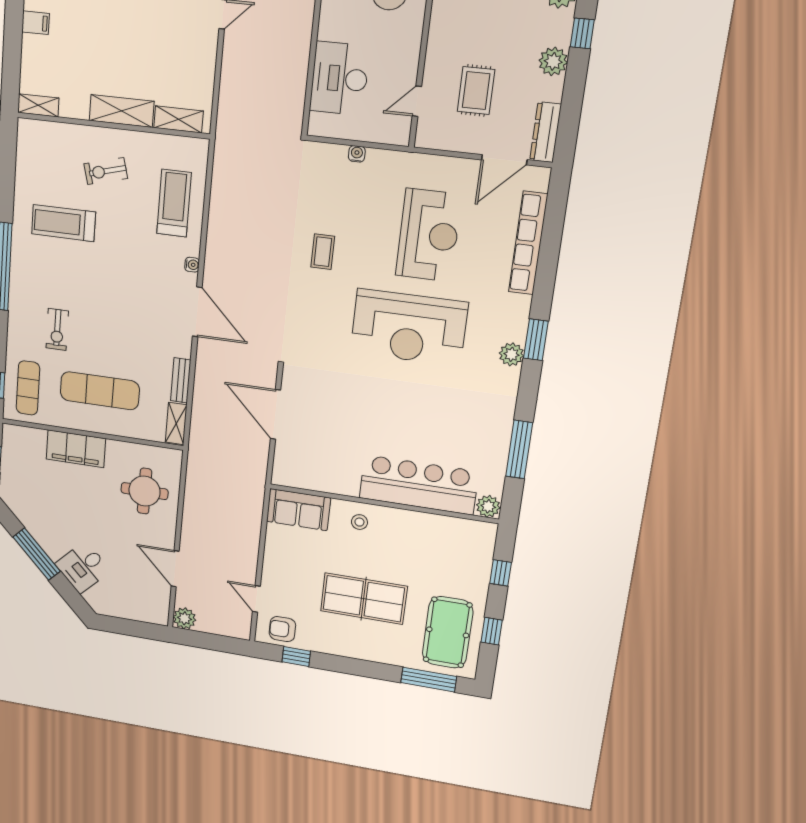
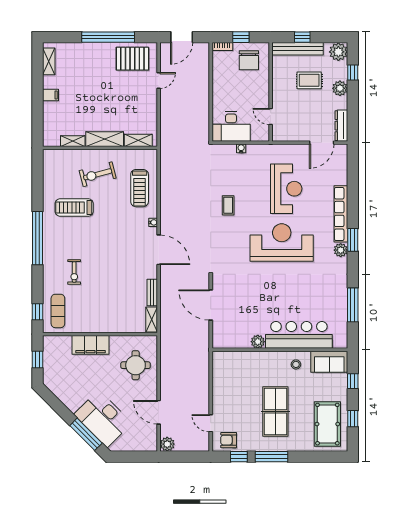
desk: (339, 78) -> (231, 126), moved, turned -90
rug: (476, 91) -> (309, 80), moved, turned 90
door: (417, 101) -> (271, 116), hinge flipped
shelving: (38, 105) -> (73, 141), moved
exercise bike: (106, 171) -> (98, 174), width x1.38, depth x1.39
treadmill: (174, 203) -> (140, 188), turned 180
row of seats: (528, 243) -> (341, 214), moved
reception desk: (409, 327) -> (282, 243), turned 180
exercise mat: (100, 391) -> (103, 306), removed
plant: (488, 506) -> (258, 342), moved
sofa: (298, 510) -> (329, 362), moved
stool: (359, 522) -> (296, 364), moved
window: (37, 554) -> (86, 434), moved
desk: (83, 567) -> (103, 419), width x1.87, depth x1.30
table tennis table: (364, 599) -> (275, 411), turned 90
window: (429, 680) -> (272, 457), moved

